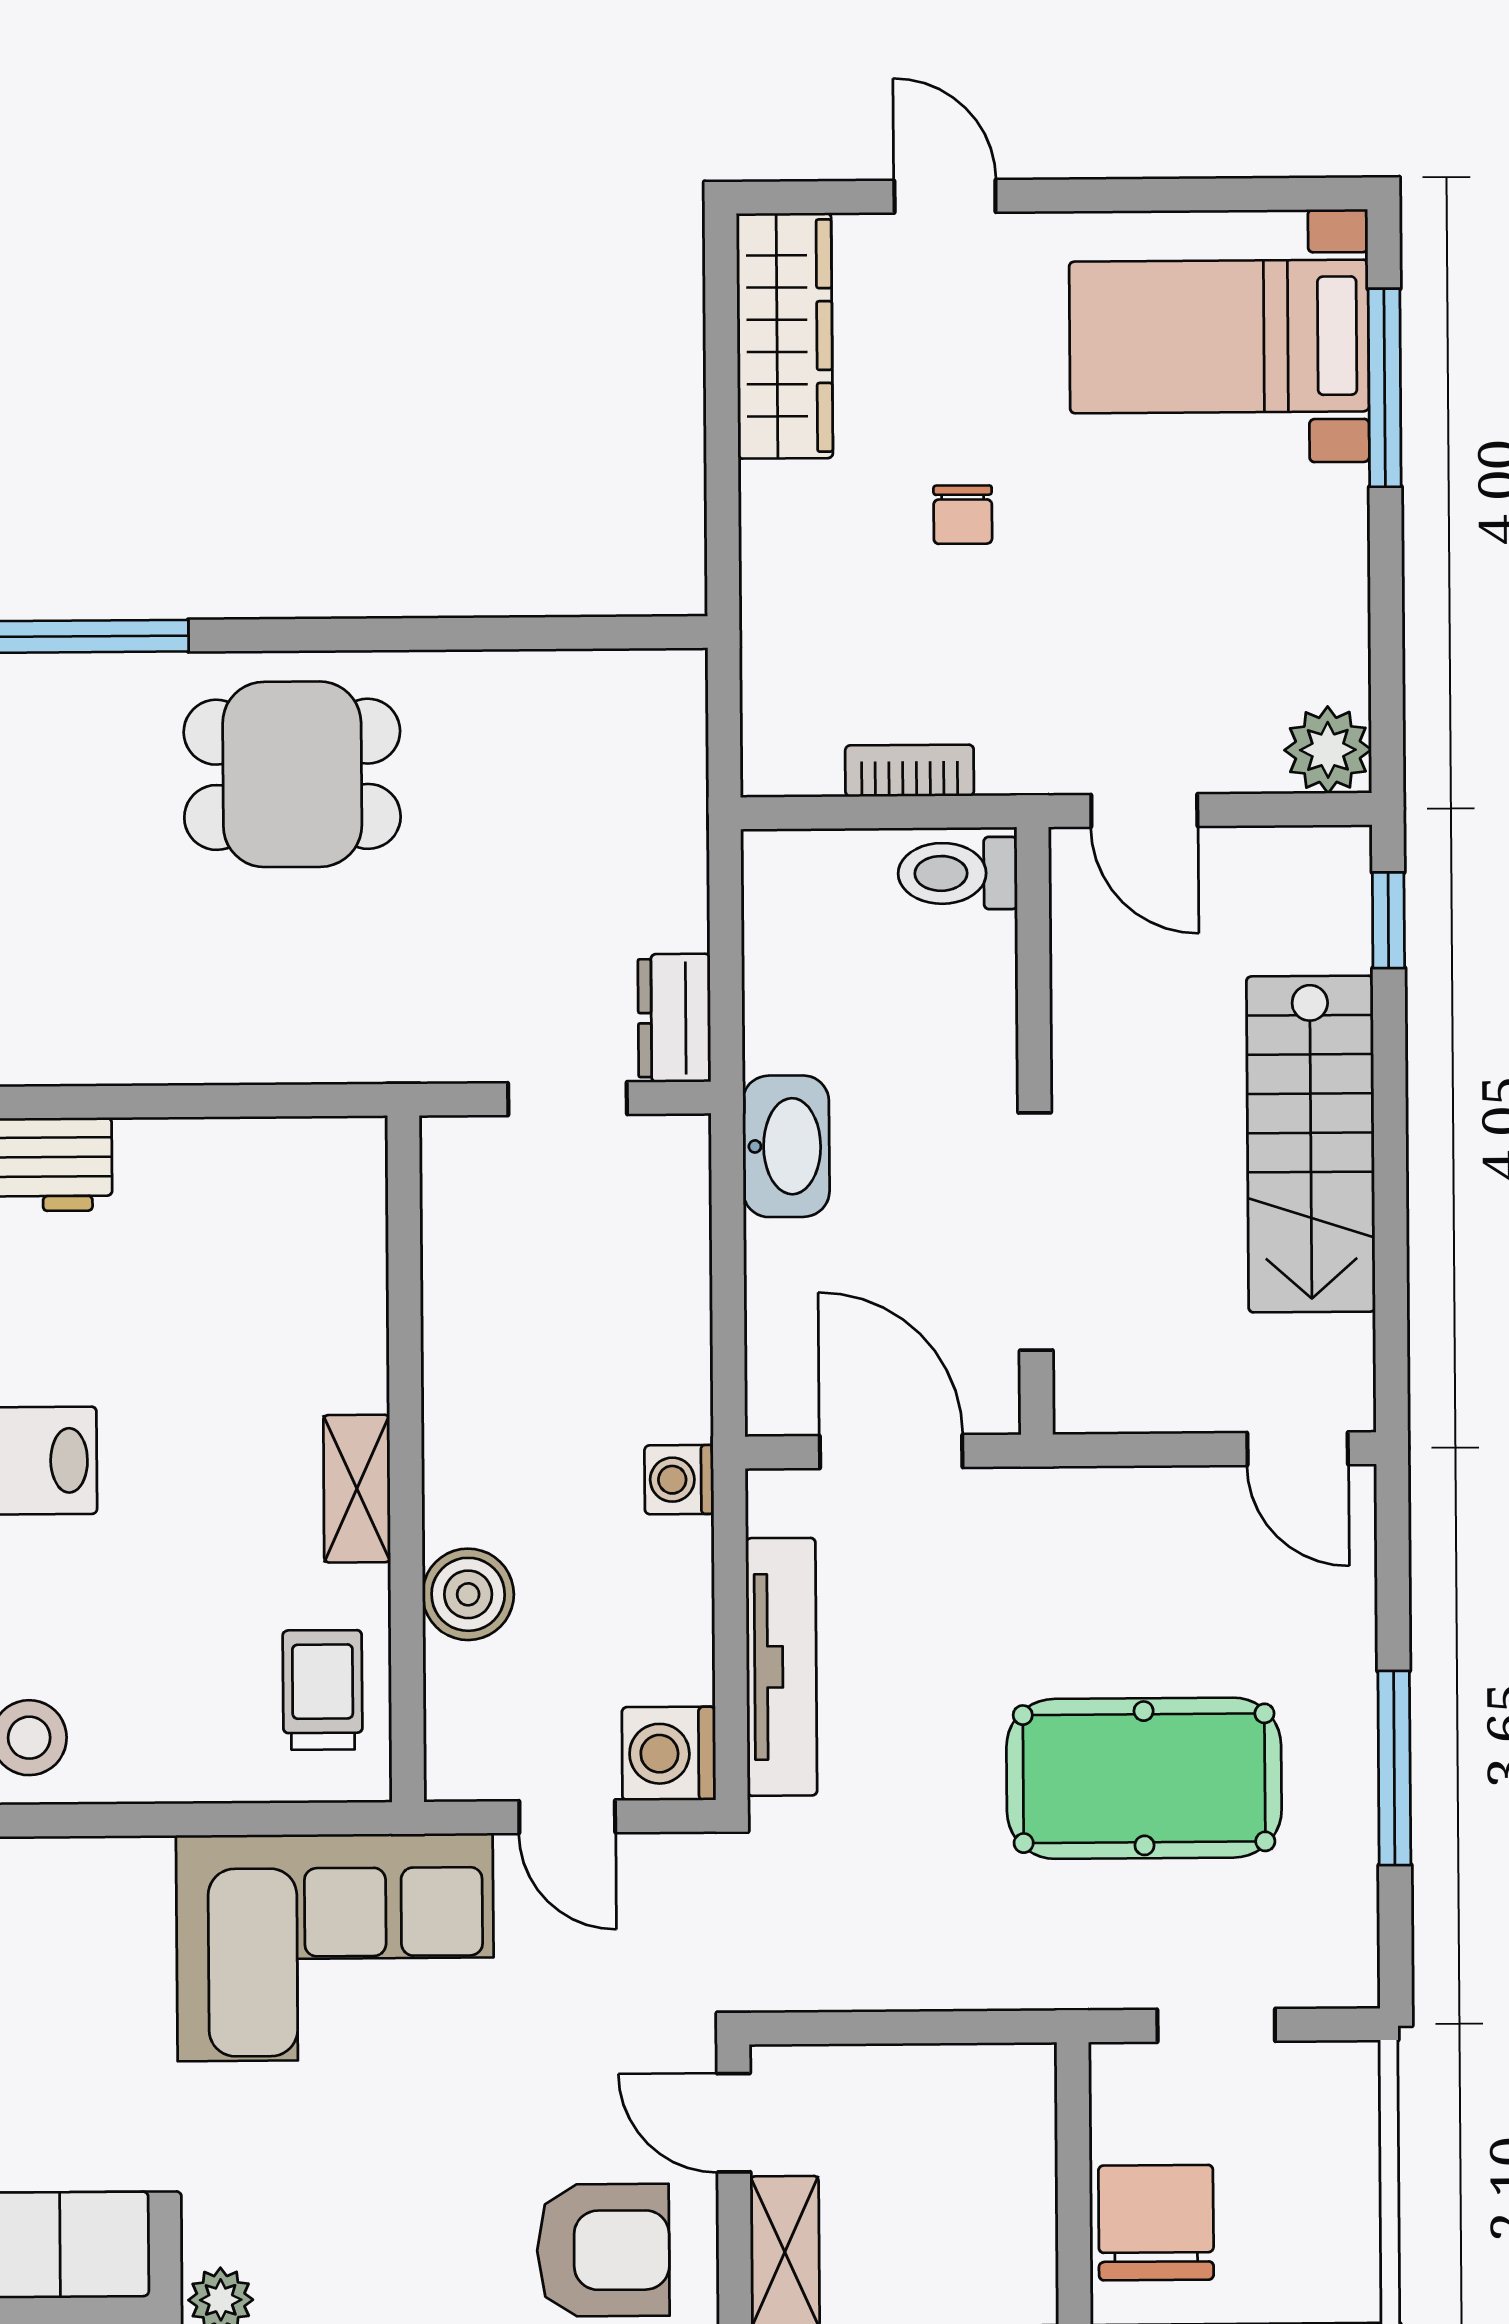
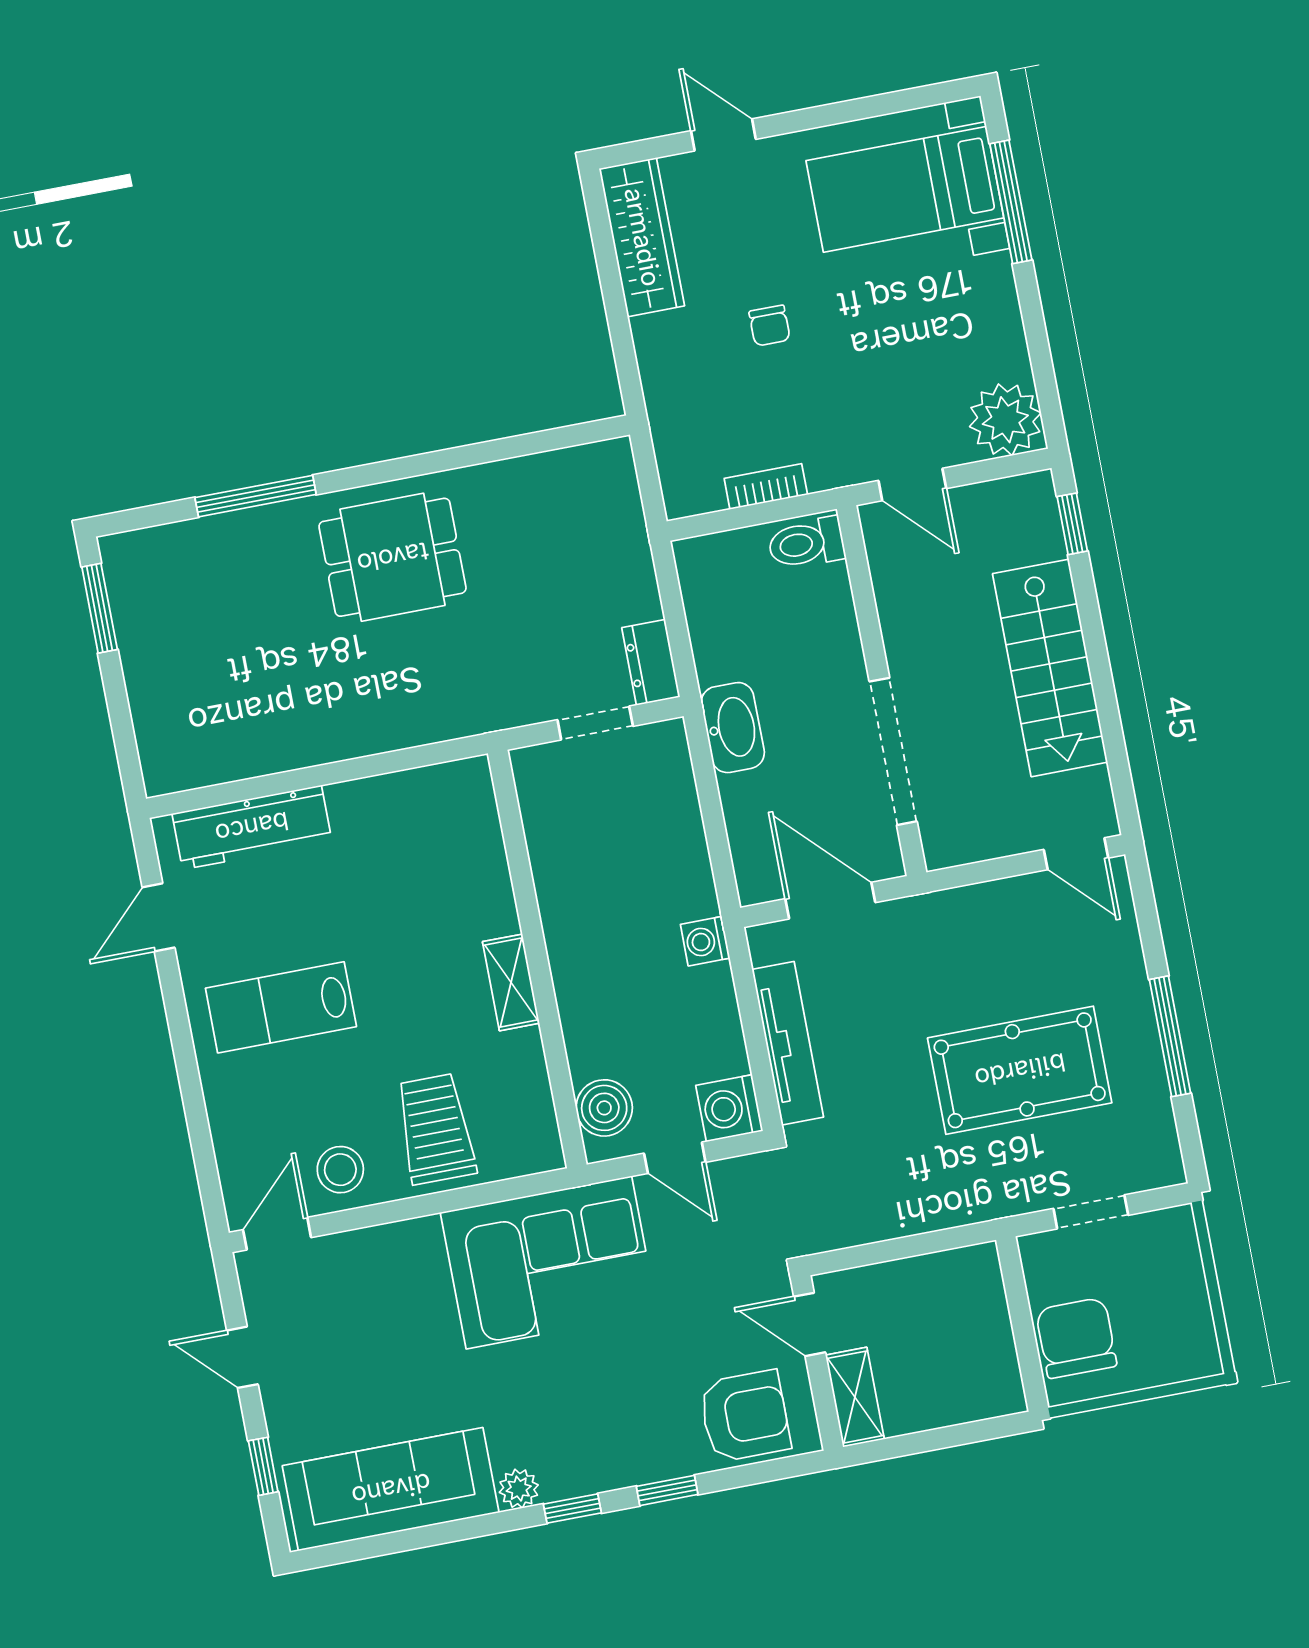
plant: (1328, 750) -> (1005, 420), width x1.36, depth x1.36
boiler: (468, 1594) -> (604, 1108), moved
trolley: (323, 1690) -> (435, 1129), moved, width x1.36, depth x1.39

